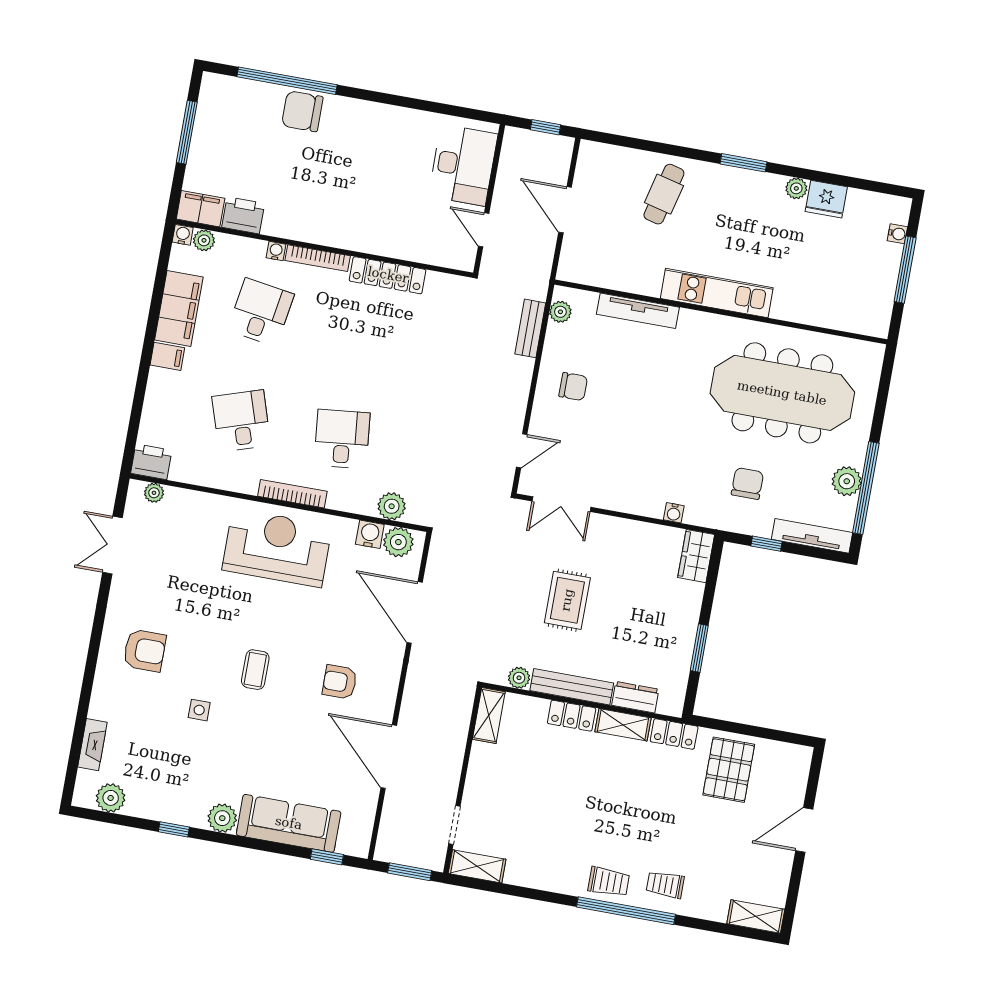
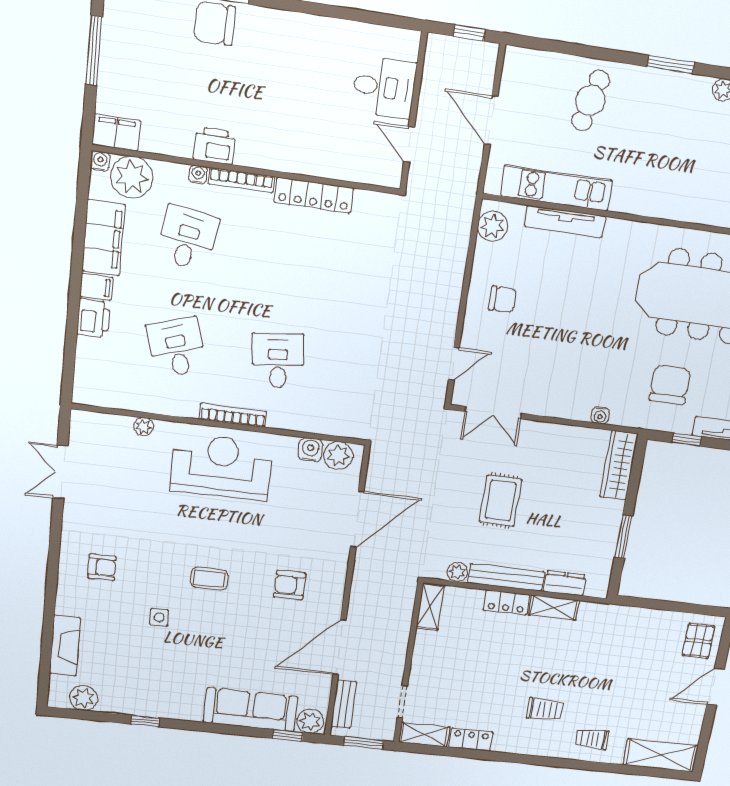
desk: (463, 165) -> (384, 87), width x0.73
printer: (243, 215) -> (215, 146), moved
plant: (204, 240) -> (132, 177), width x1.88, depth x1.88
kitchen unit: (717, 293) -> (557, 188), moved
plant: (560, 312) -> (493, 226), width x1.38, depth x1.38
bench: (530, 328) -> (344, 704), moved
printer: (151, 462) -> (93, 318), moved, turned 90
chair: (747, 483) -> (670, 385), width x1.37, depth x1.37
plant: (154, 493) -> (144, 427), moved
plant: (392, 506) -> (330, 422), removed
wardrobe: (696, 556) -> (619, 465), width x1.50
door: (415, 612) -> (357, 519), swing flipped
armchair: (145, 650) -> (102, 567), width x0.72, depth x0.72
coffee table: (255, 670) -> (209, 579), turned 90
locker: (674, 734) -> (471, 740), moved, turned 180
fireplace: (92, 745) -> (65, 646), width x1.37, depth x1.32
door: (389, 757) -> (339, 647), hinge flipped
pallet: (729, 770) -> (698, 641), moved, width x0.67, depth x0.71
plant: (222, 818) -> (310, 721), moved
trolley: (609, 882) -> (545, 709), moved
window: (626, 911) -> (558, 762), removed
shelving: (756, 916) -> (661, 755), width x1.50, depth x1.33

